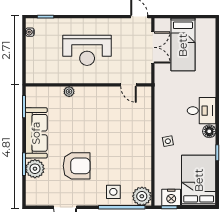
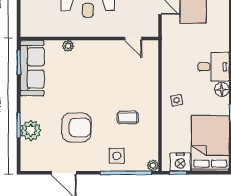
sofa: (36, 133) -> (32, 68), moved
coffee table: (123, 157) -> (128, 117), added
plant: (142, 196) -> (153, 166), width x0.53, depth x0.53

